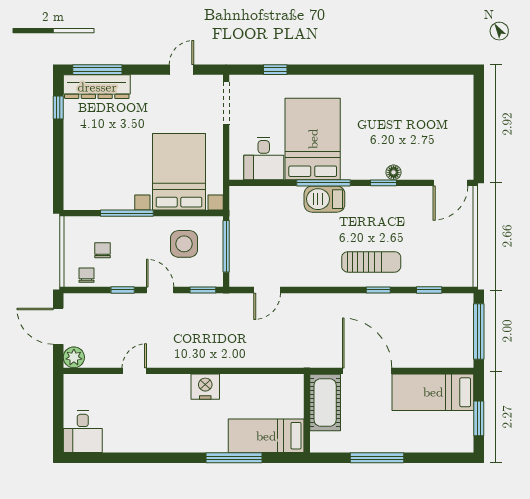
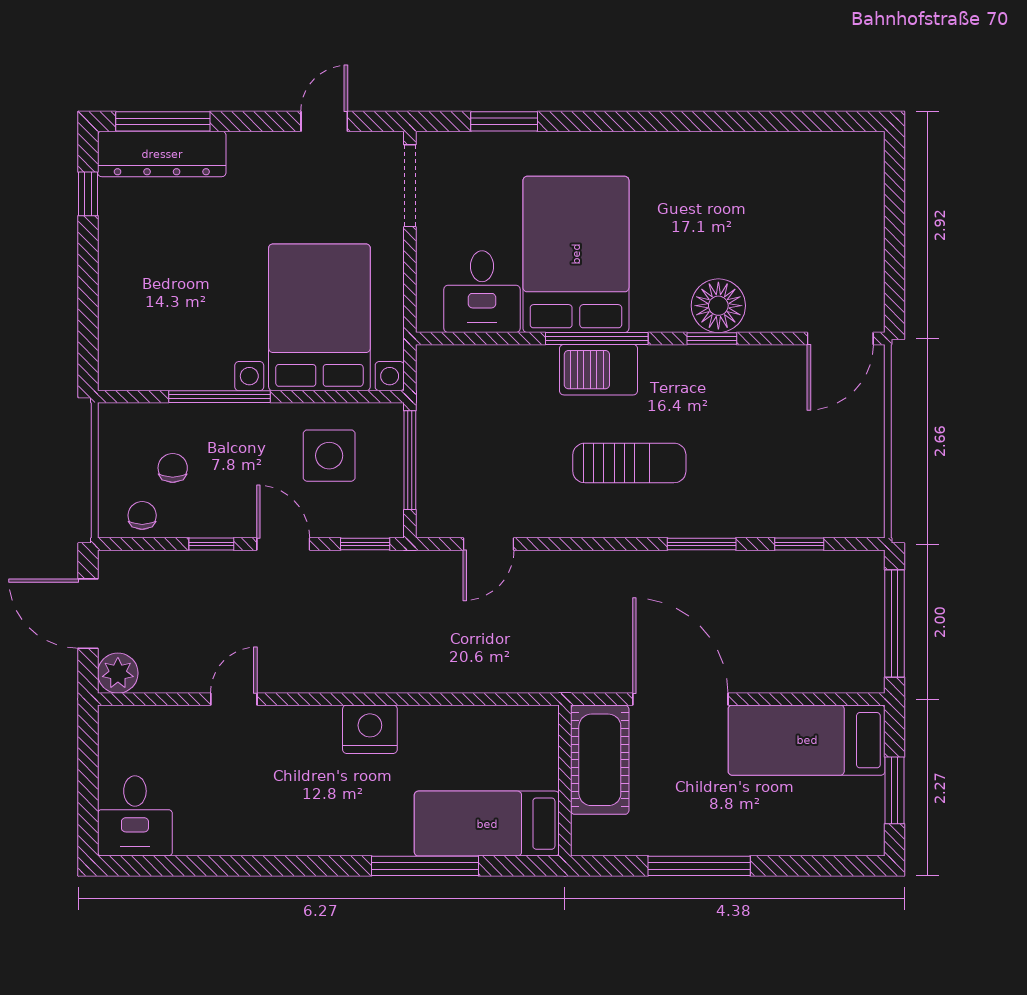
window: (275, 70) -> (504, 121), width x1.50
floor lamp: (394, 172) -> (718, 306), width x1.89, depth x1.89
sun lounger: (371, 262) -> (629, 463), moved
window: (378, 290) -> (702, 544), width x1.50

